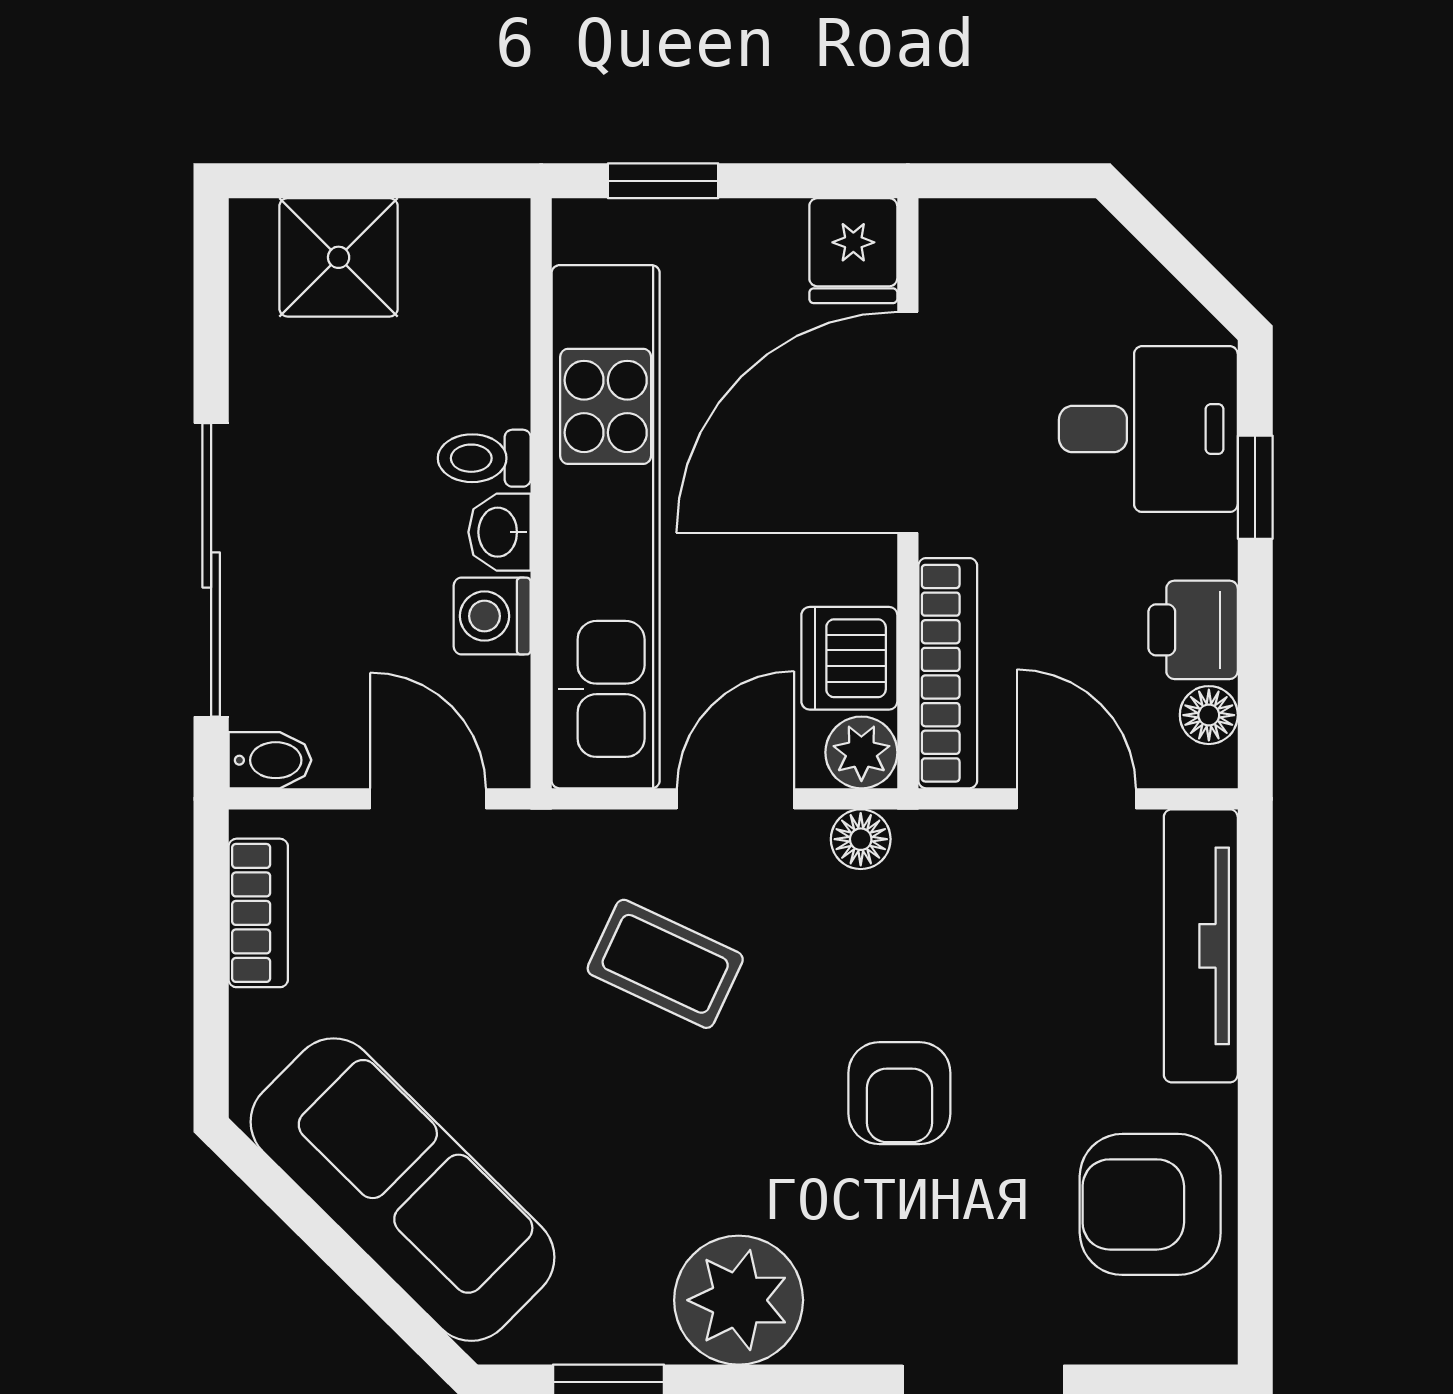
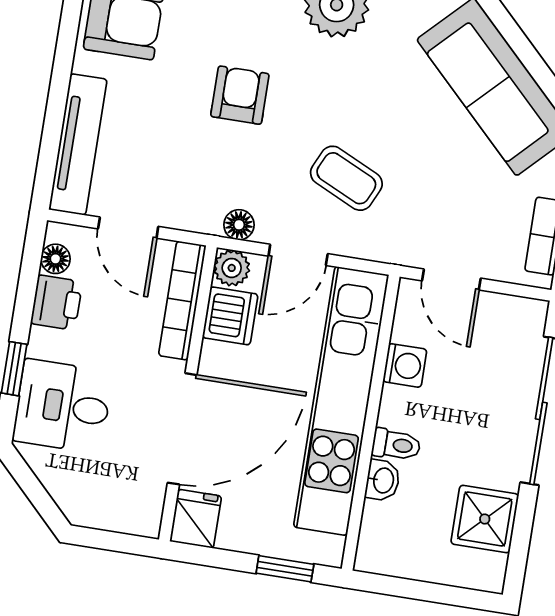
shower: (339, 257) -> (485, 519), moved
washbasin: (500, 532) -> (383, 480), moved
bidet: (270, 760) -> (527, 311), removed

